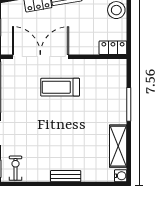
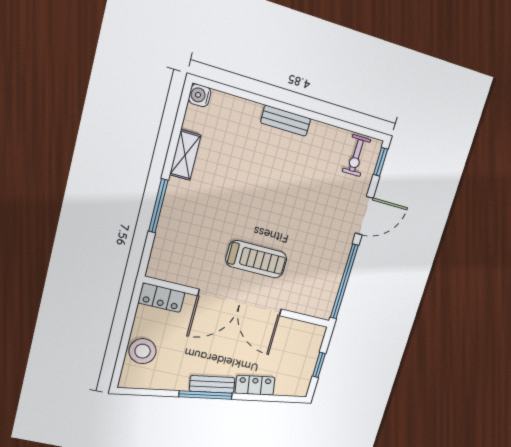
double door: (40, 57) -> (240, 303), moved
shelving: (118, 146) -> (185, 155), width x0.67, depth x0.75

